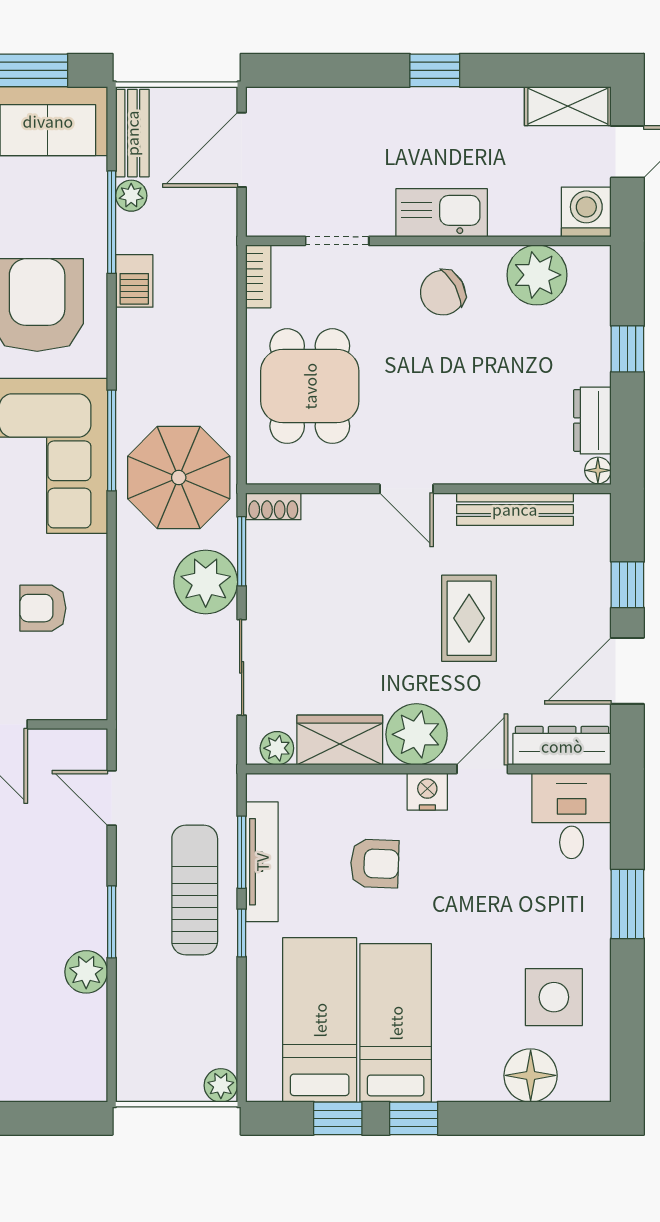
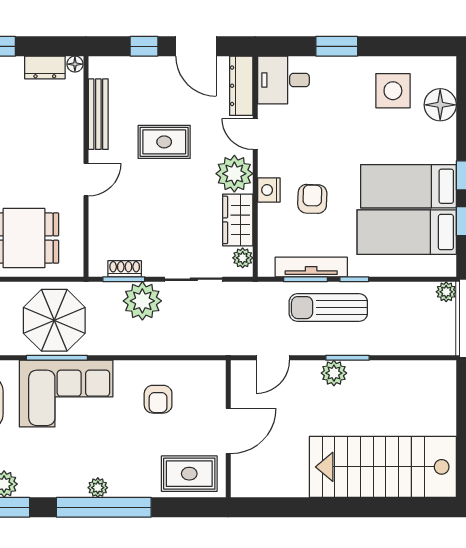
parasol: (179, 477) -> (54, 320), moved
shoe rack: (273, 506) -> (125, 269), moved, turned -90
nightstand: (427, 792) -> (269, 190), moved
plant: (86, 972) -> (334, 373), moved

